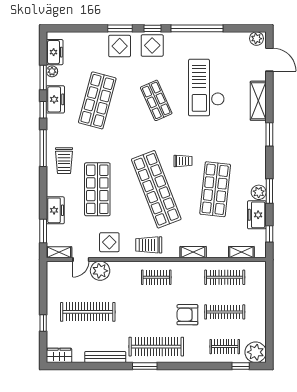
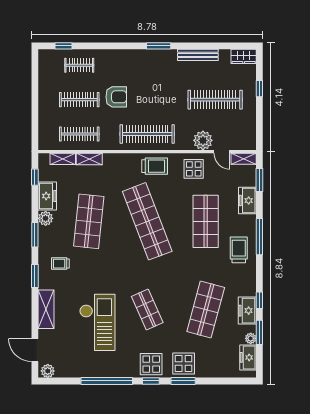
window: (43, 148) -> (259, 237), moved
trolley: (183, 161) -> (60, 264), moved
window: (269, 191) -> (35, 235), moved
shelving: (193, 252) -> (89, 159), moved
door: (81, 260) -> (222, 152), swing flipped
clothes rail: (156, 277) -> (147, 134), width x1.86, depth x1.31
clothes rail: (156, 347) -> (147, 65), removed
plant: (256, 352) -> (49, 60), removed

